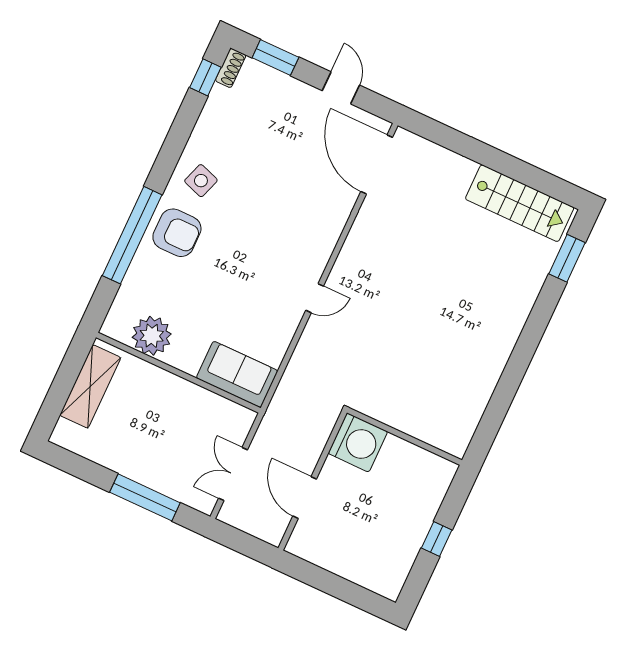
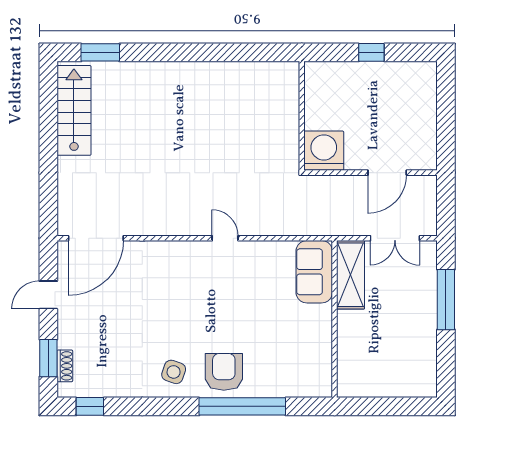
shoe rack: (231, 68) -> (65, 366), moved, turned 90
plant: (152, 336) -> (315, 354), removed
shelving: (90, 386) -> (350, 275), moved, turned 90

